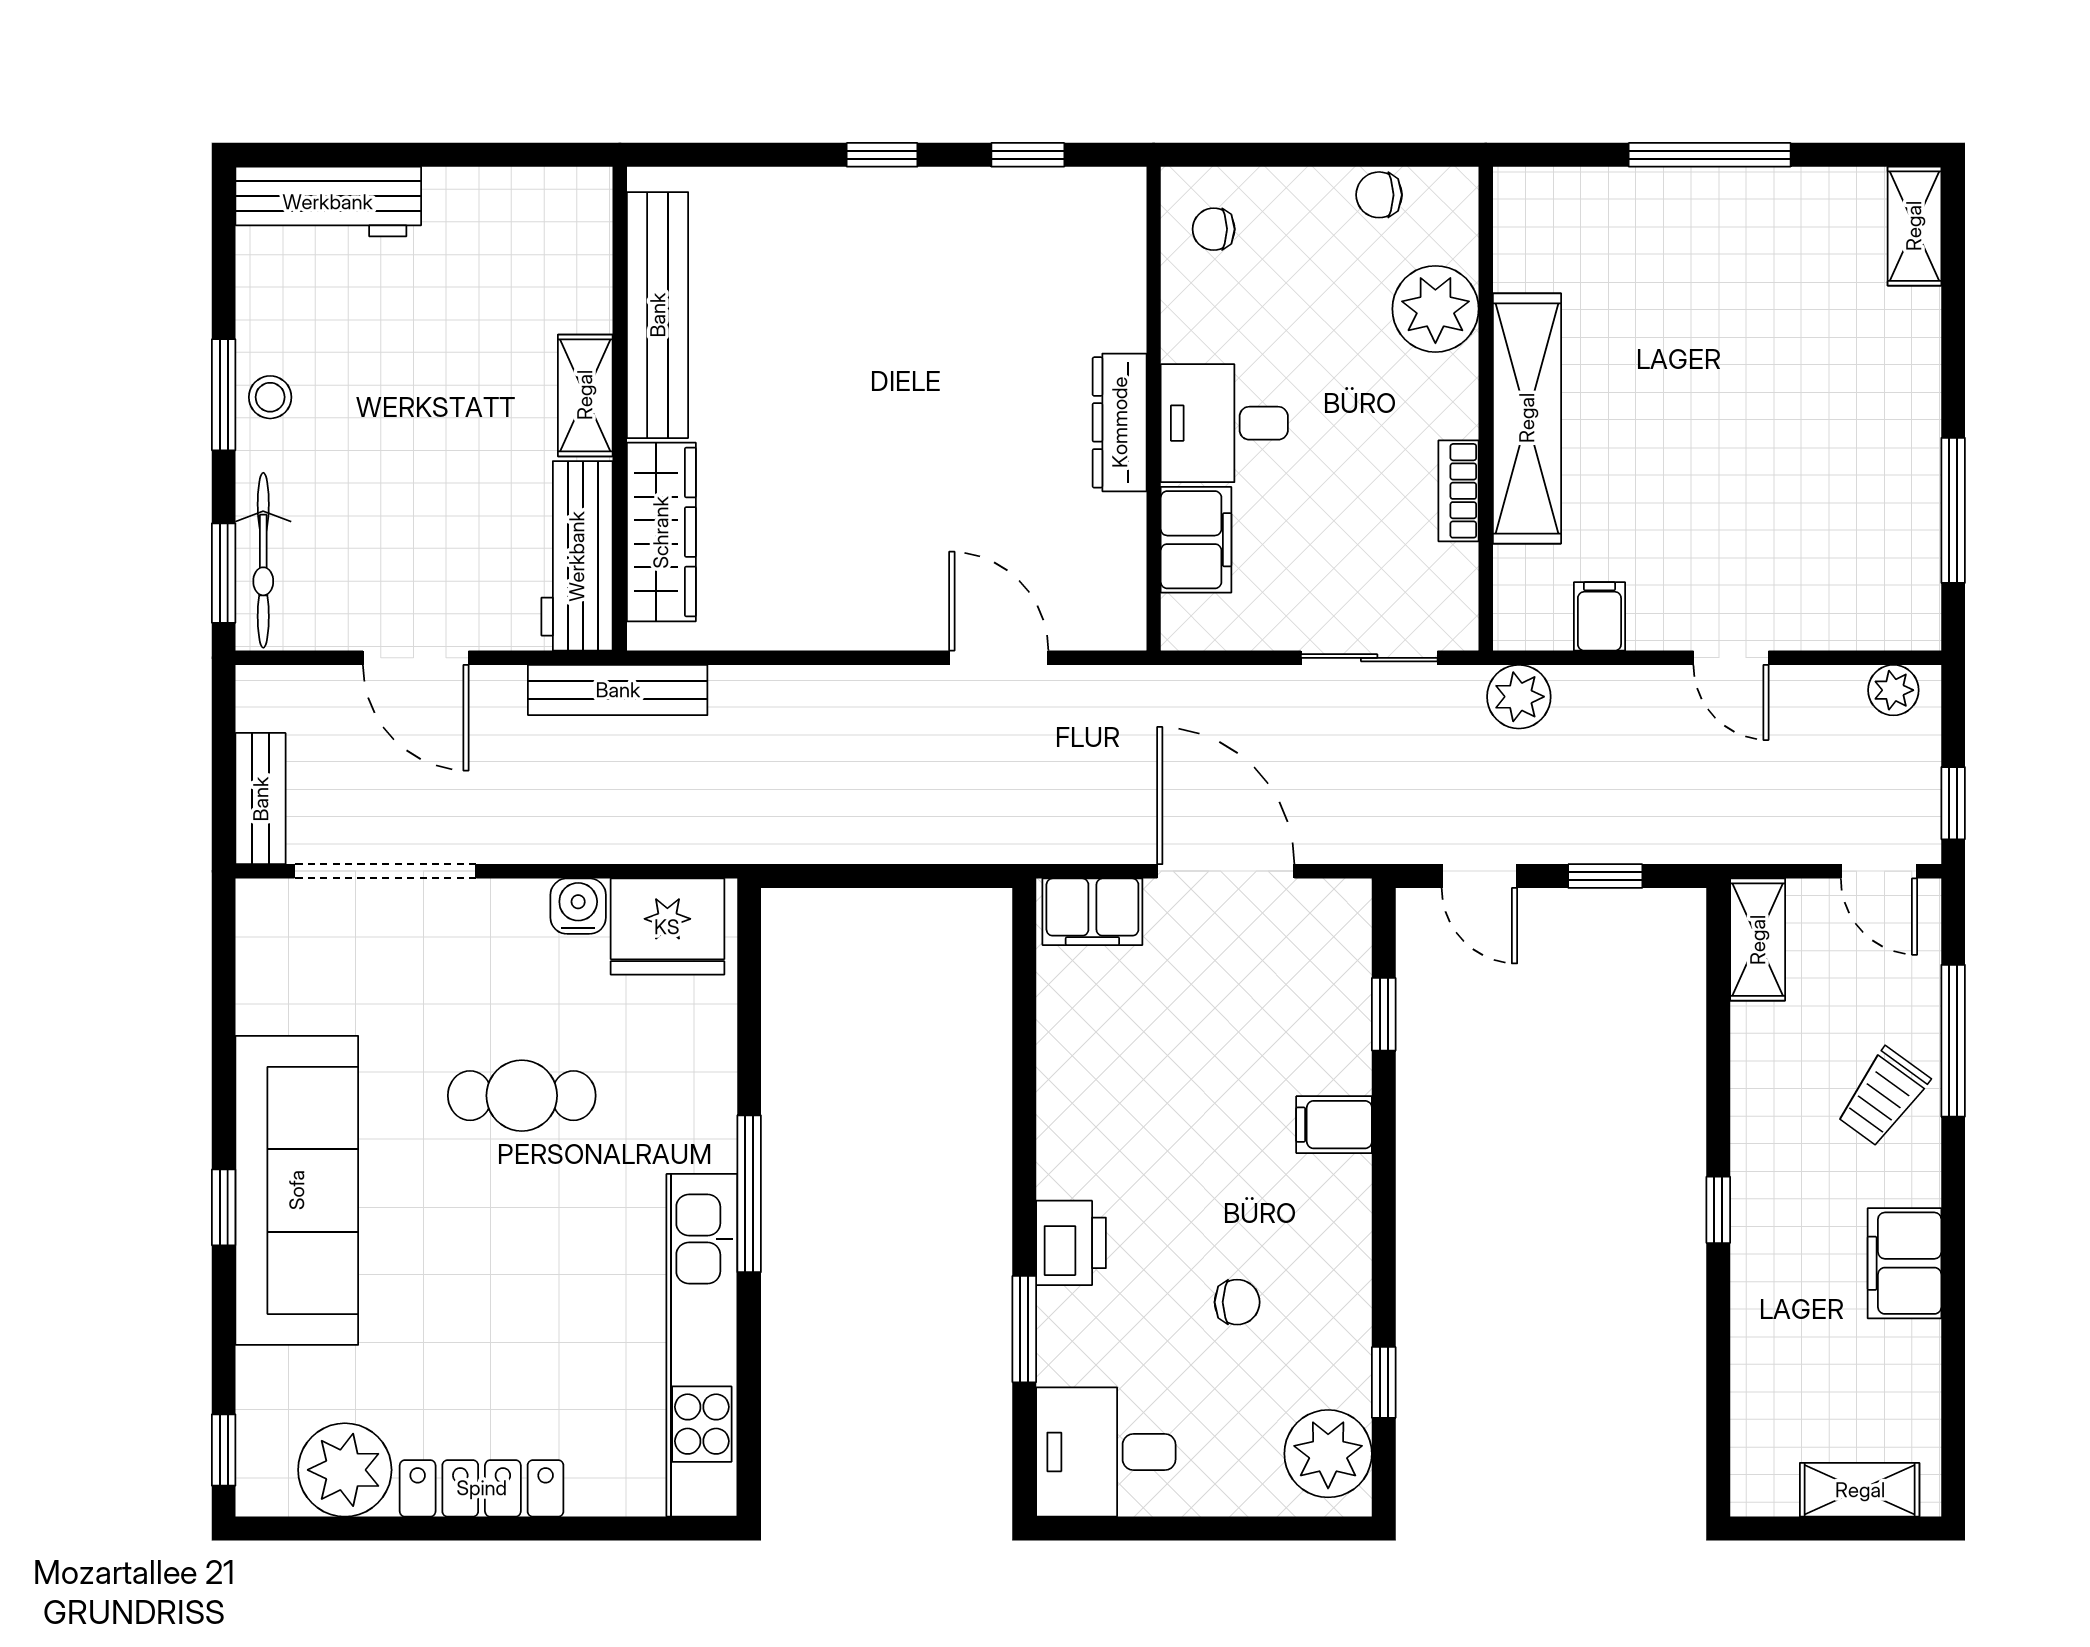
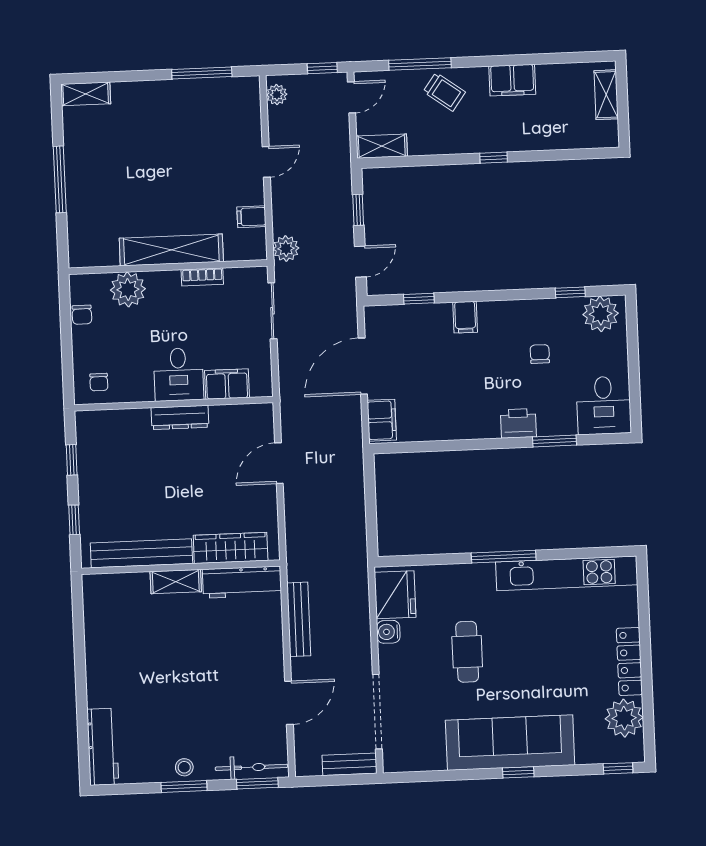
bench: (658, 315) -> (141, 553), moved
shelving: (585, 395) -> (176, 582), moved
wall: (620, 409) -> (181, 567), moved
wardrobe: (661, 532) -> (231, 548), moved
workbench: (577, 556) -> (242, 582), moved

